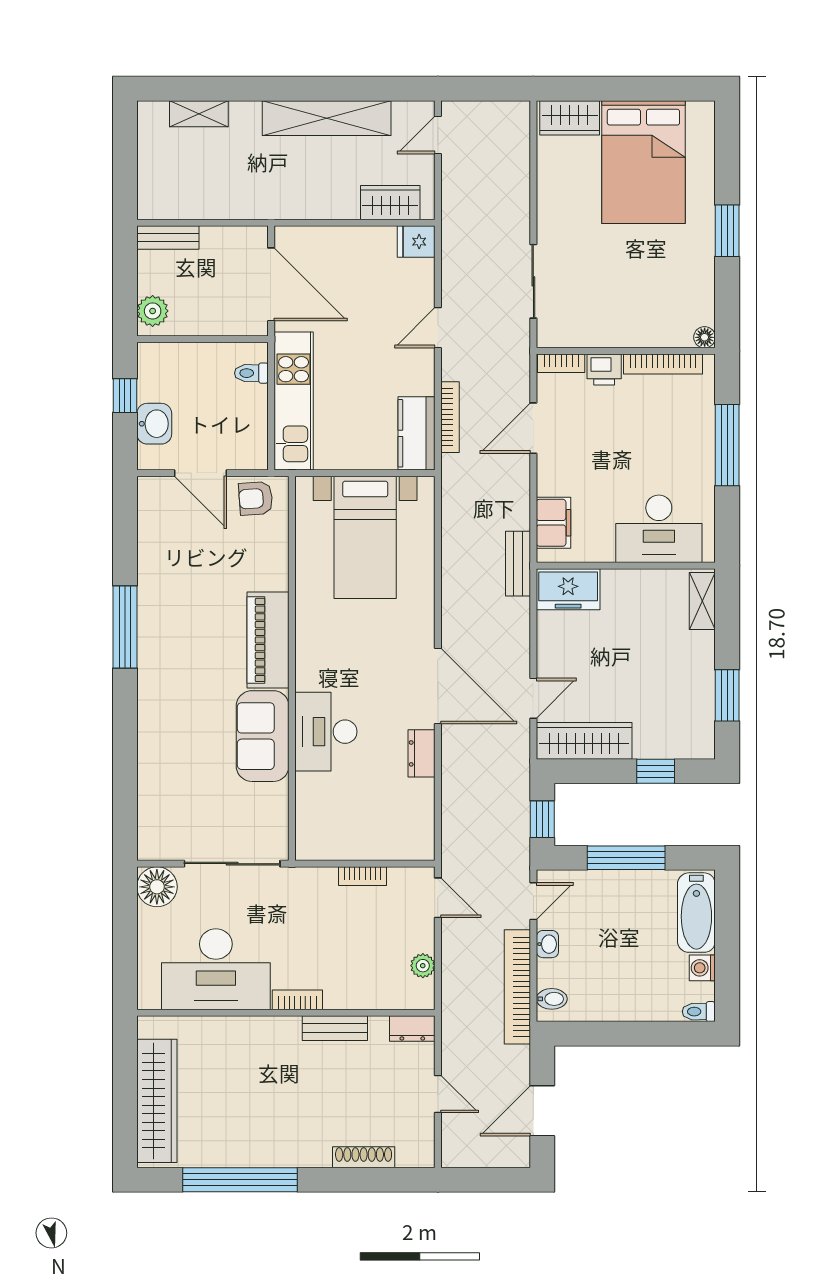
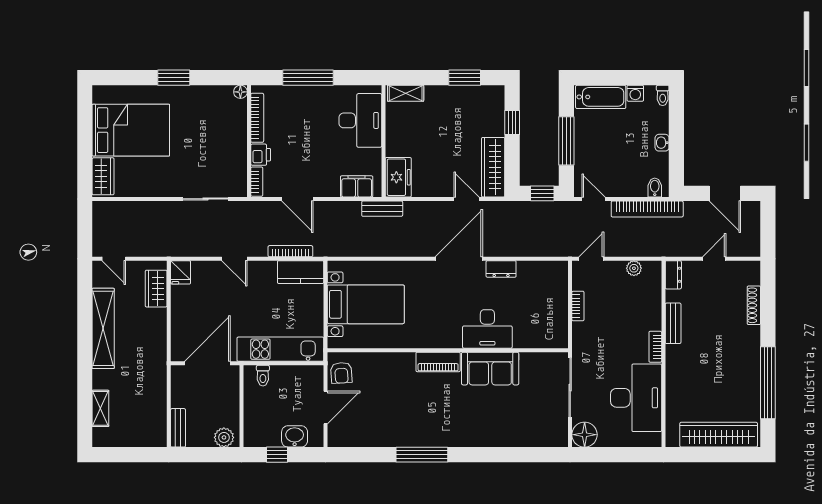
piano: (268, 640) -> (438, 362), width x0.73, depth x0.75
washbasin: (547, 944) -> (662, 143), moved, turned -90

